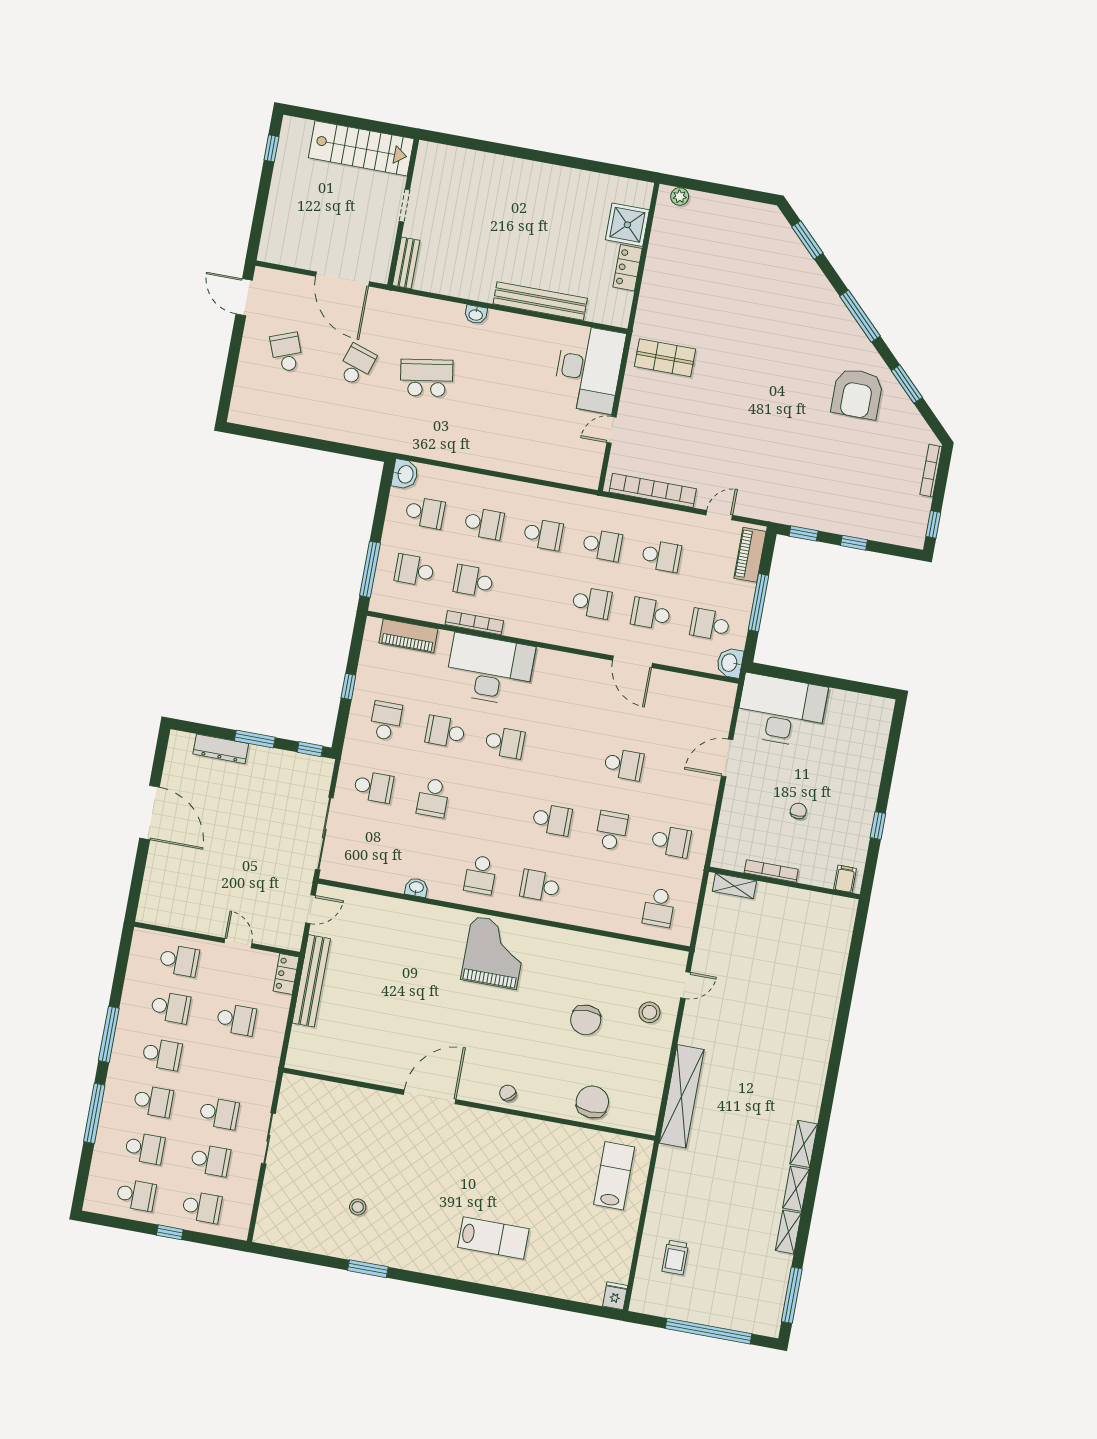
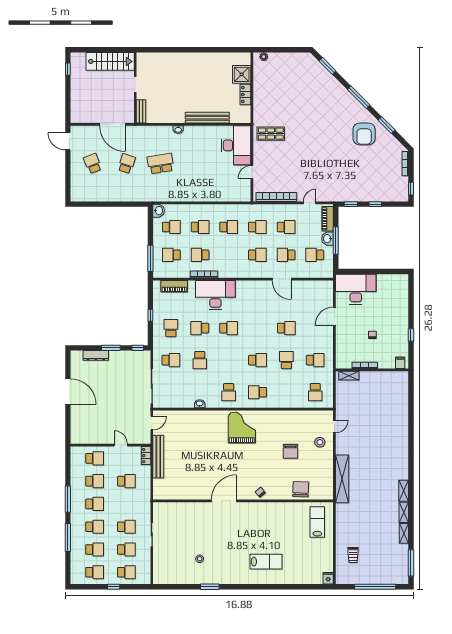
washbasin: (730, 663) -> (327, 239), moved

